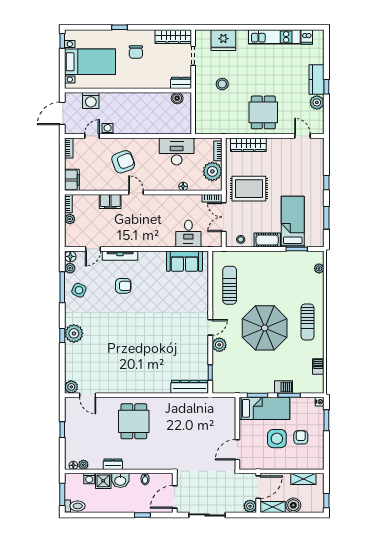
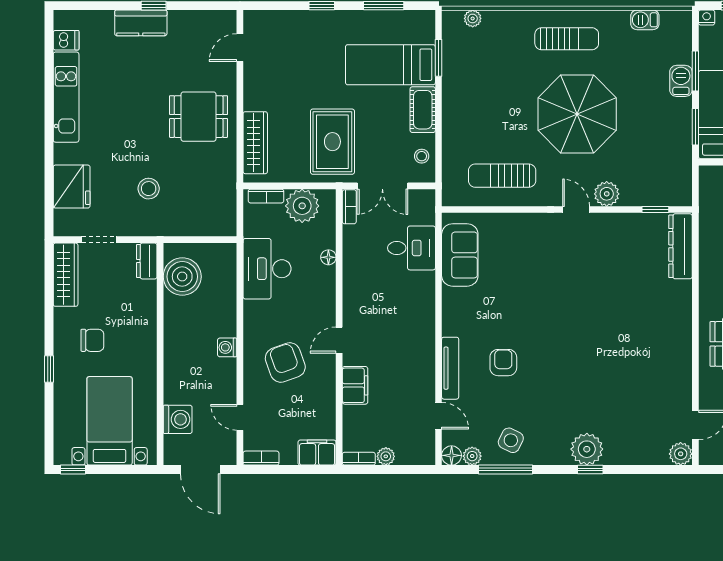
boiler: (177, 98) -> (182, 277), width x1.86, depth x1.86
plant: (317, 102) -> (181, 22), removed
washing machine: (108, 129) -> (227, 347), moved

